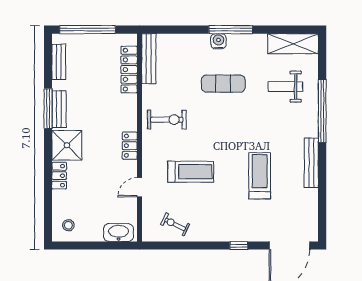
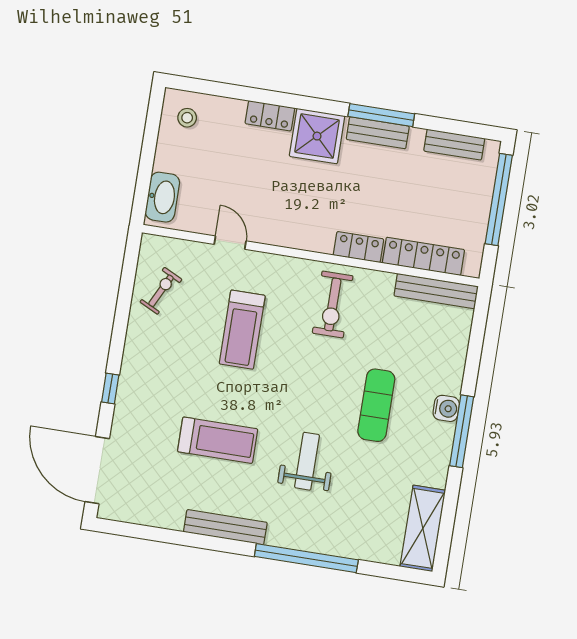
weight bench: (285, 87) -> (307, 461), moved
locker: (130, 146) -> (358, 247), moved

